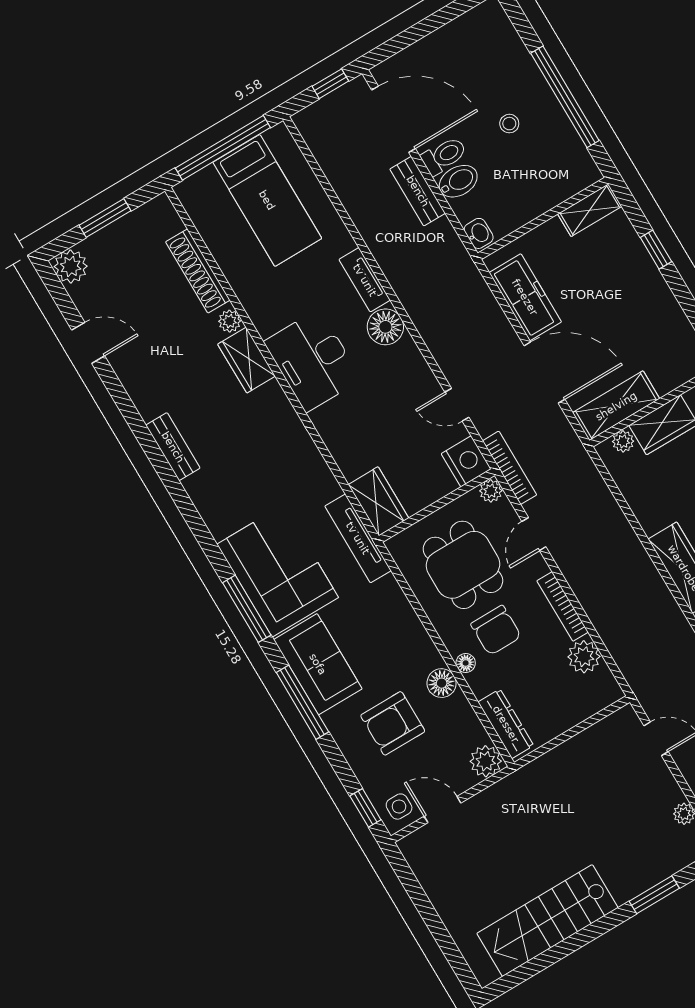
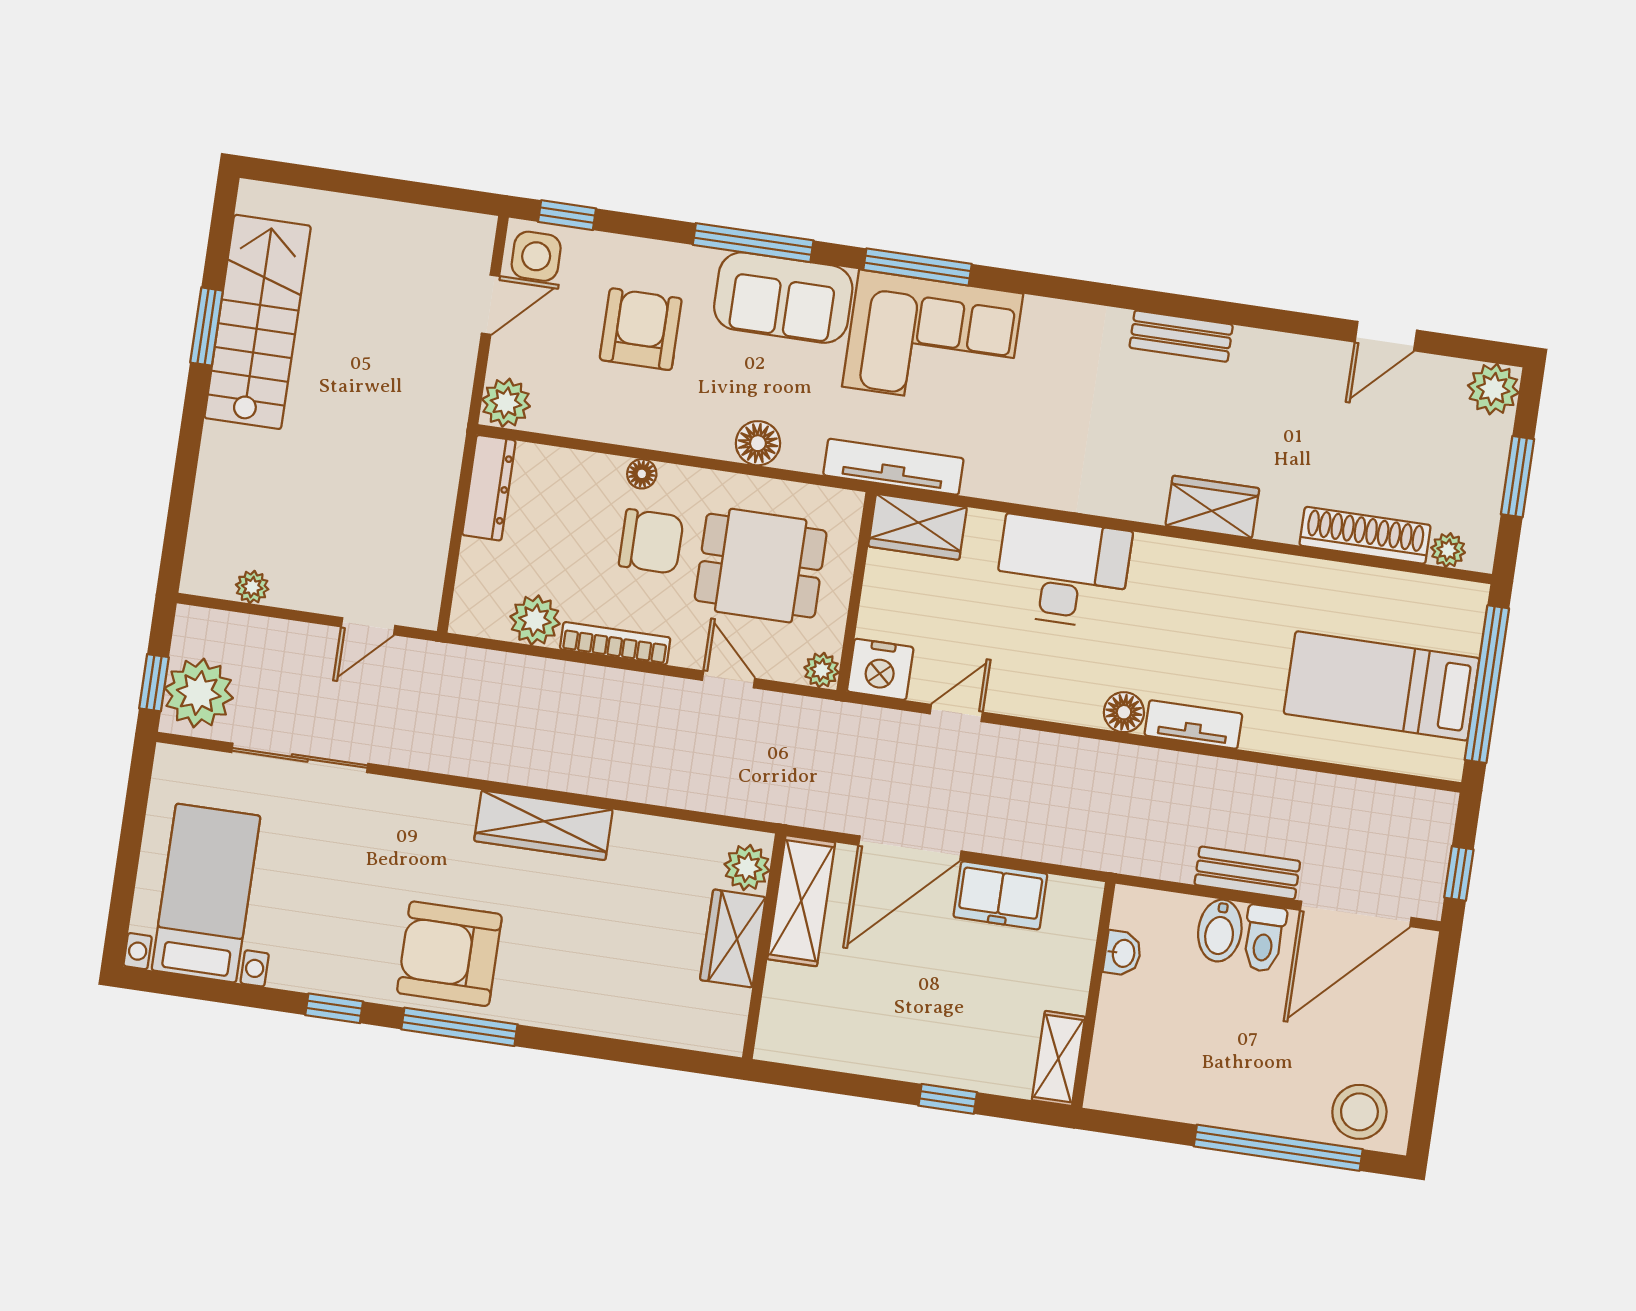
window: (565, 97) -> (1278, 1148), moved
stool: (509, 124) -> (1359, 1112), moved, width x1.89, depth x1.89
washbasin: (479, 233) -> (1123, 953), moved, turned -90
freezer: (525, 297) -> (1000, 895), width x0.71
plant: (230, 321) -> (1448, 550), moved
floor lamp: (385, 327) -> (1124, 712), width x0.73, depth x0.73
desk: (313, 361) -> (1063, 572), moved
plant: (623, 441) -> (747, 867), width x1.38, depth x1.38
bookcase: (510, 468) -> (831, 715), removed
chair: (496, 630) -> (651, 541), turned 180
floor lamp: (442, 683) -> (758, 443), moved
dresser: (506, 724) -> (489, 488), moved, turned -90
side table: (399, 807) -> (536, 256), width x1.37, depth x1.37
window: (654, 895) -> (207, 327), moved

